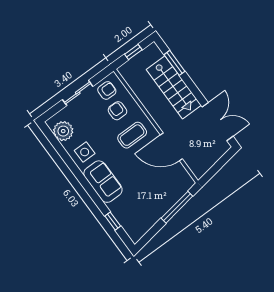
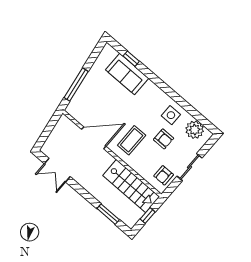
stairs: (174, 87) -> (131, 186), moved, turned 180
armchair: (117, 111) -> (164, 139), moved
double door: (218, 122) -> (57, 170), width x0.73
sofa: (103, 182) -> (127, 74), moved

